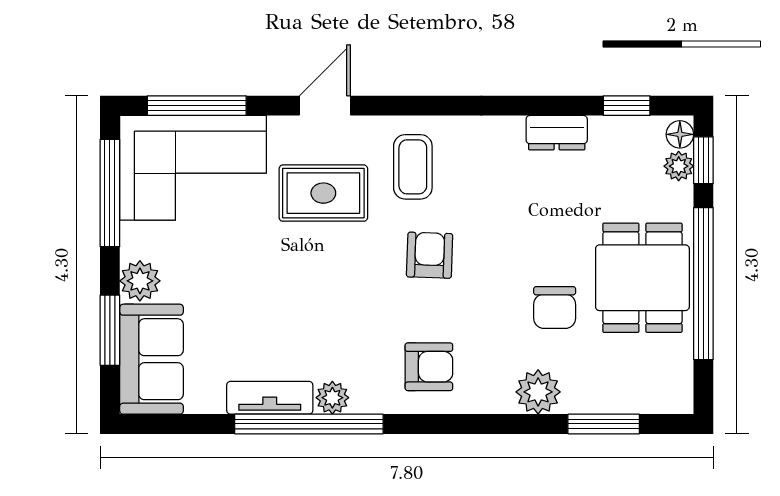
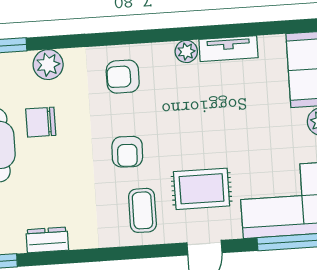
chair: (555, 308) -> (41, 122), turned -90
window: (309, 424) -> (201, 33), removed

